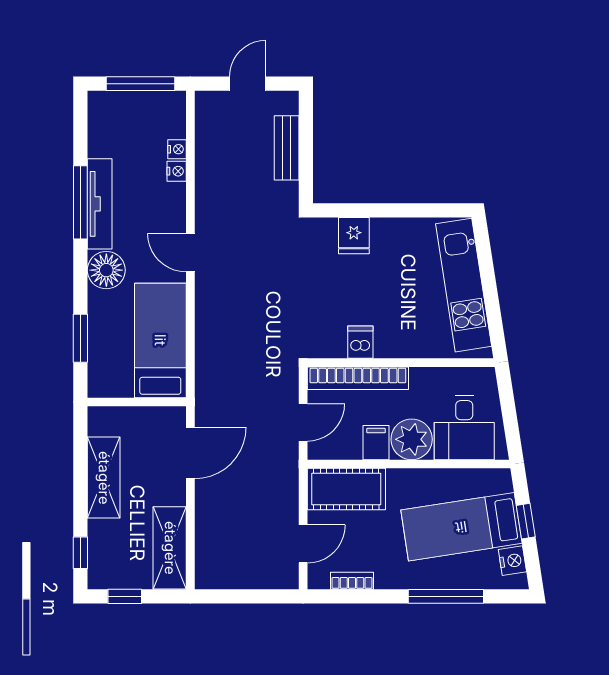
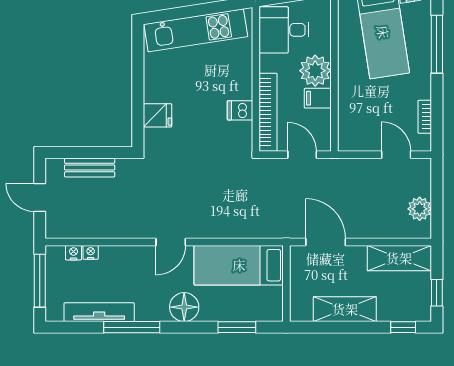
nightstand: (177, 171) -> (74, 253), moved
tv unit: (100, 204) -> (99, 312), moved
desk: (464, 428) -> (284, 30), moved, turned 180
cot: (346, 489) -> (354, 121), removed
plant: (233, 574) -> (420, 209), added

